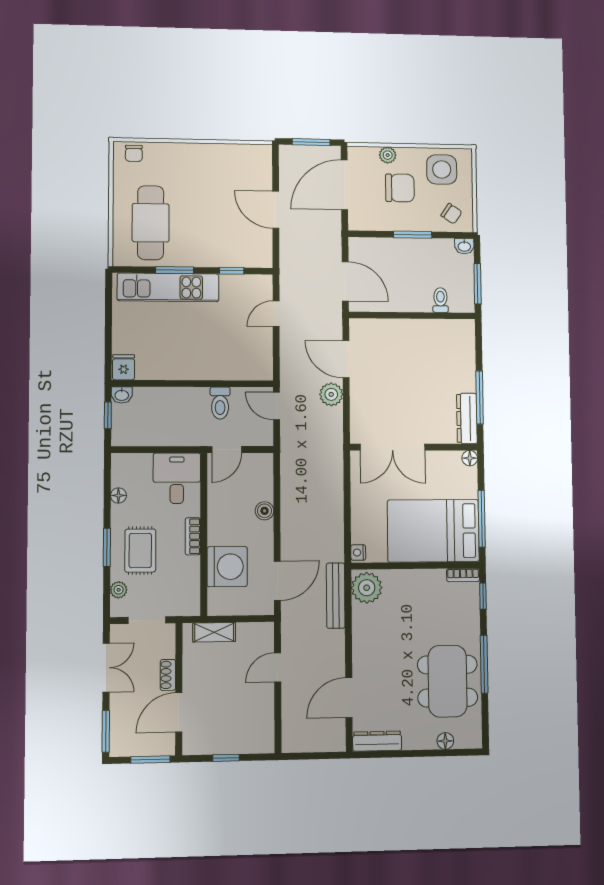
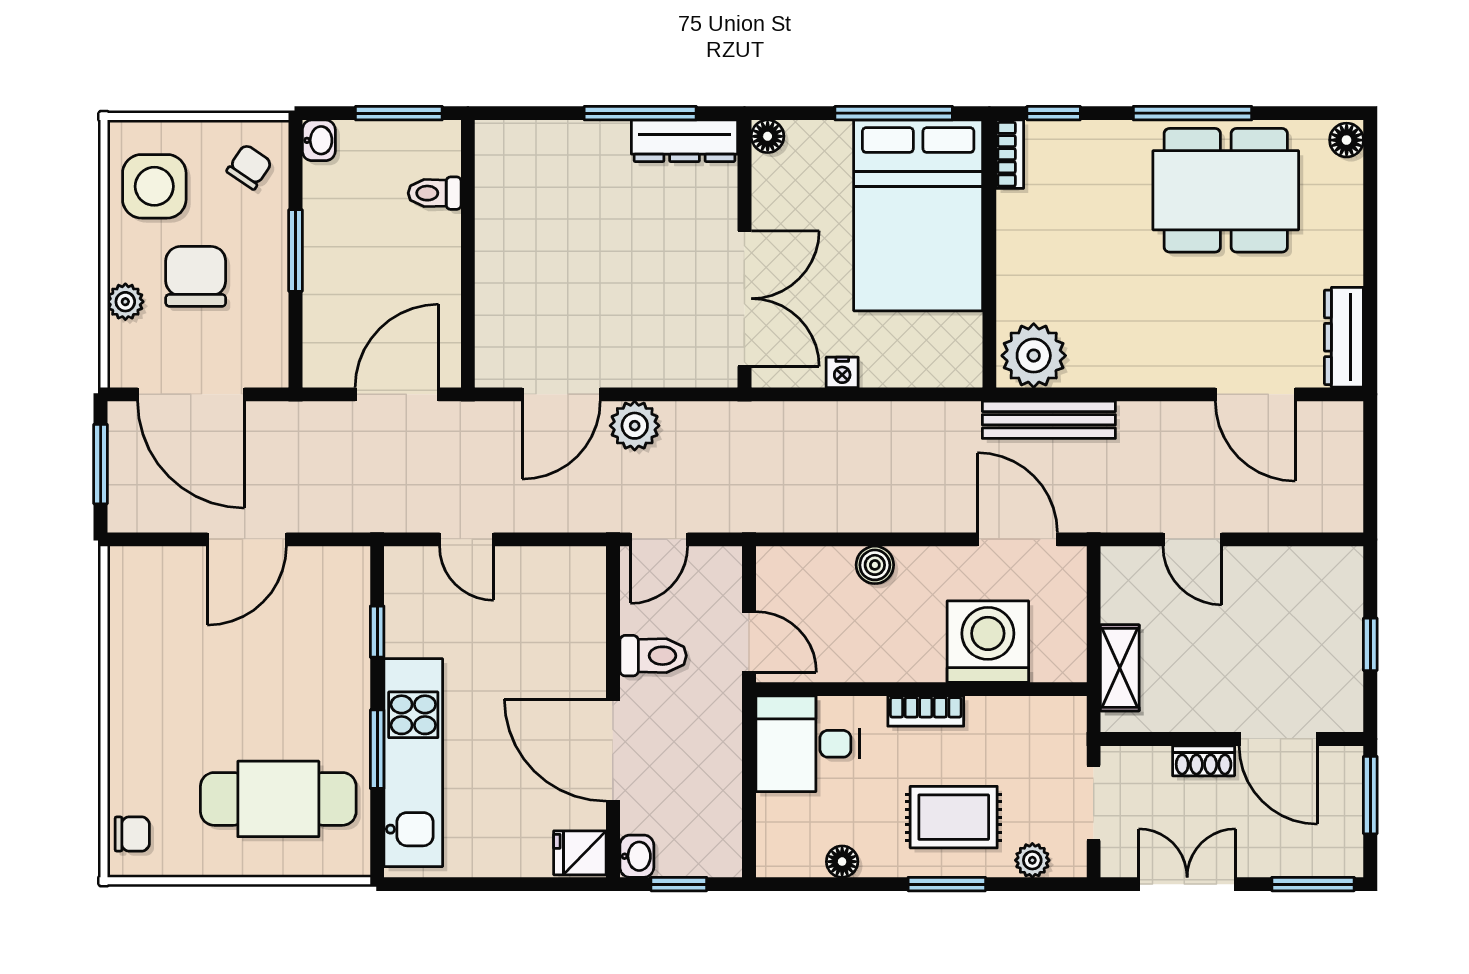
door: (174, 383) -> (613, 750), added
nightstand: (358, 552) -> (842, 372), moved
floor lamp: (445, 741) -> (1347, 140), moved

